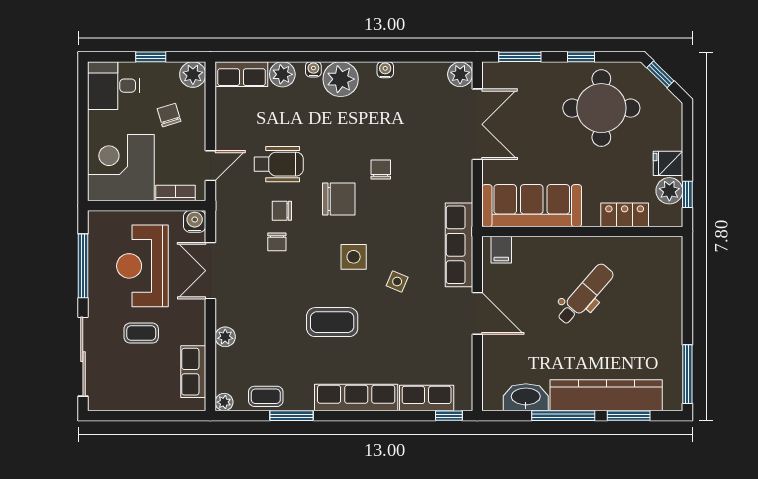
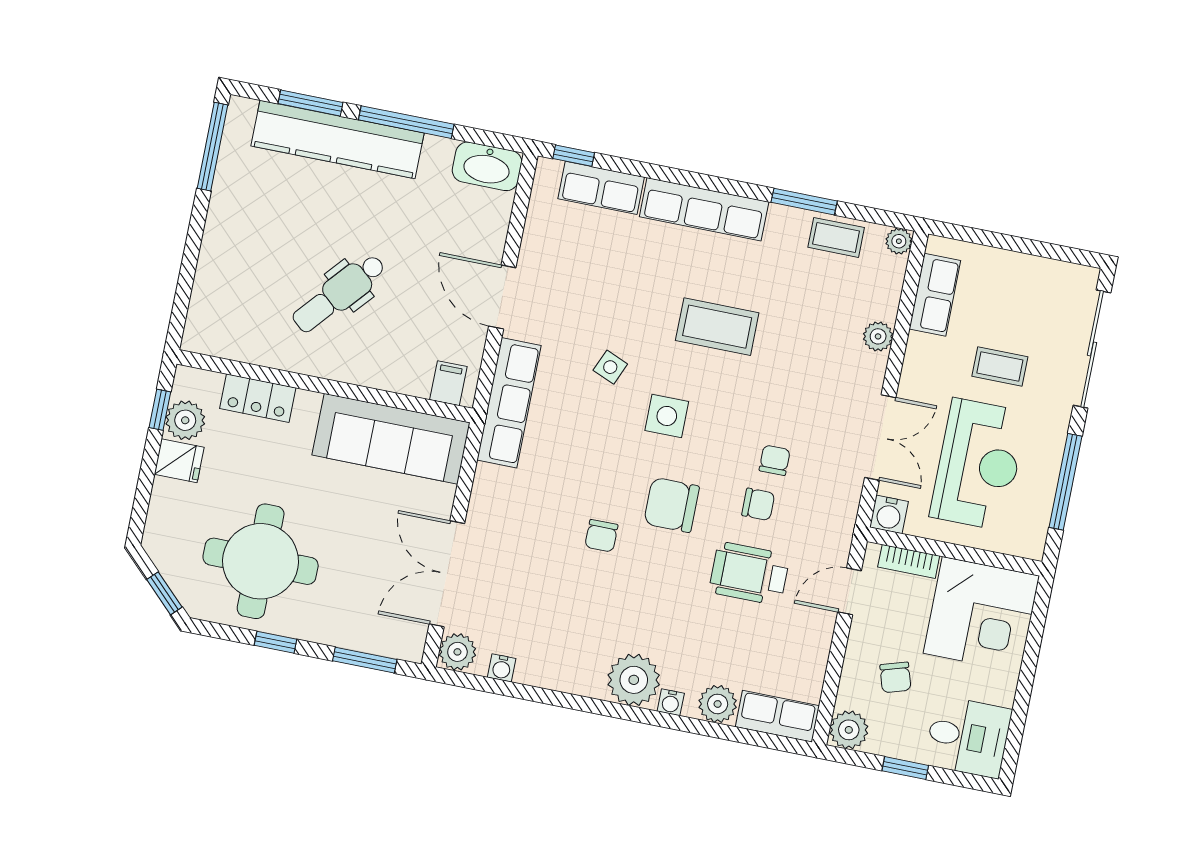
water cooler: (385, 70) -> (502, 668), moved
washbasin: (526, 397) -> (487, 166), moved

